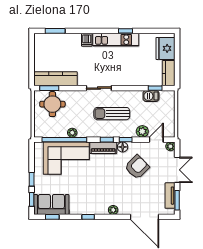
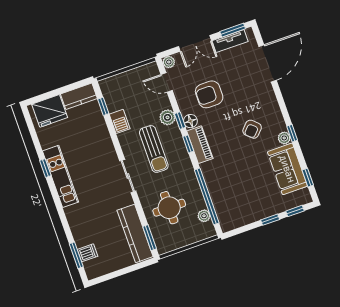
dishwasher: (87, 40) -> (88, 253), moved
barbecue: (151, 96) -> (120, 121), moved
round table: (52, 104) -> (169, 208), moved
plant: (142, 131) -> (167, 117), moved
plant: (72, 133) -> (204, 216), moved
corner sofa: (66, 158) -> (229, 186), removed
armchair: (137, 167) -> (209, 94), turned -45
double door: (177, 170) -> (195, 43), swing flipped
armchair: (101, 189) -> (252, 129), added
sofa: (51, 204) -> (287, 169), moved
plant: (113, 210) -> (284, 138), moved

